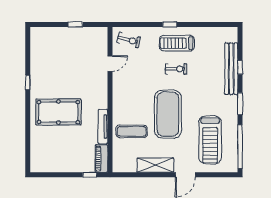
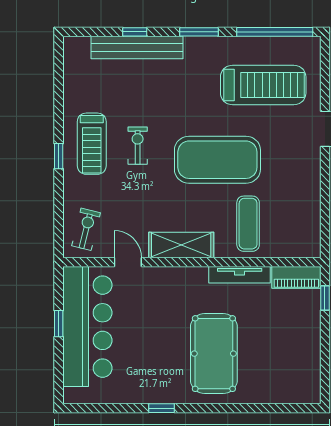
bar counter: (74, 41) -> (87, 327), added
shelving: (155, 165) -> (181, 245), moved, turned 90

